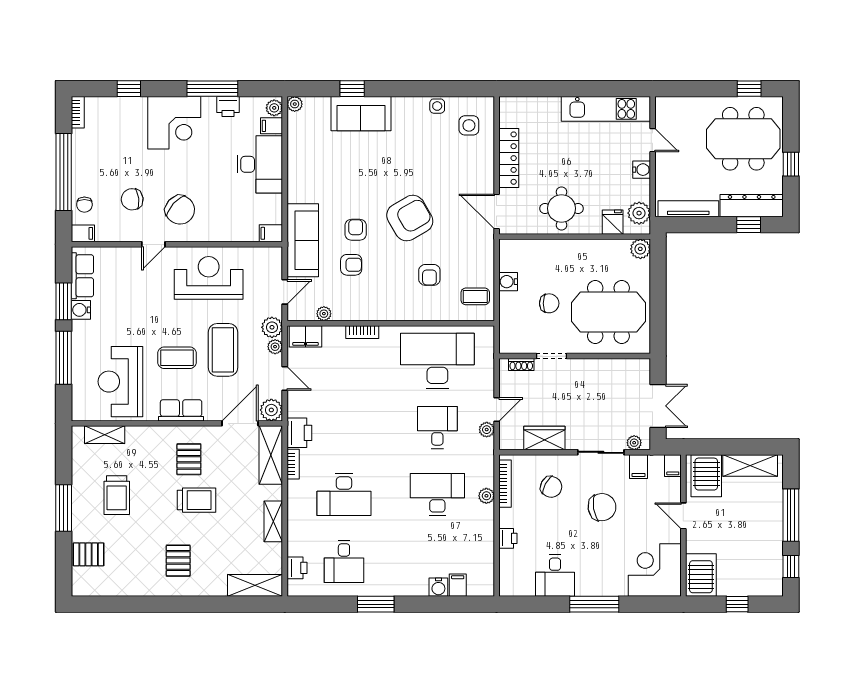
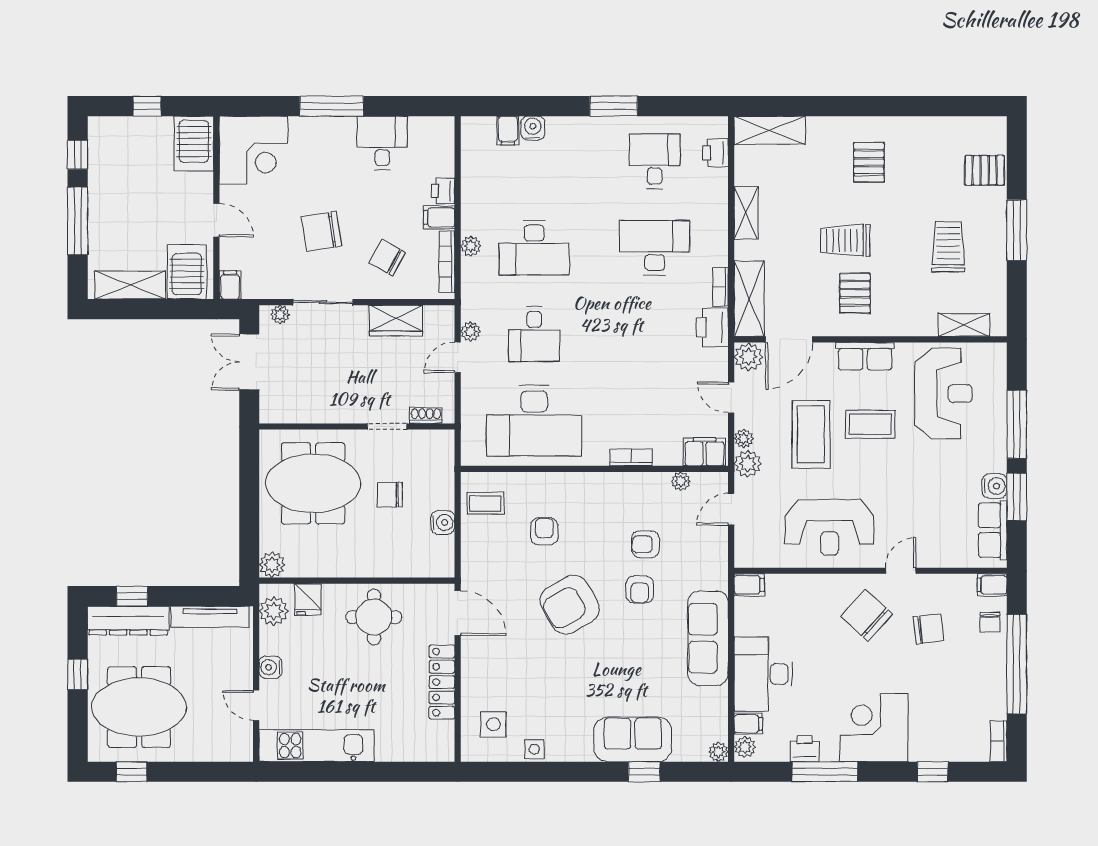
chair: (84, 205) -> (990, 622), turned 180
sofa: (303, 240) -> (708, 638), moved
filing cabinet: (639, 467) -> (439, 217), moved, turned -90

